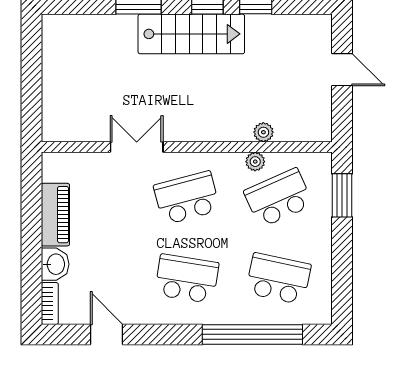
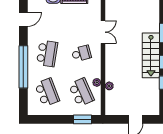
school desk: (187, 198) -> (81, 53), width x0.54
school desk: (278, 279) -> (47, 92), turned -33
window: (252, 334) -> (23, 67), moved

